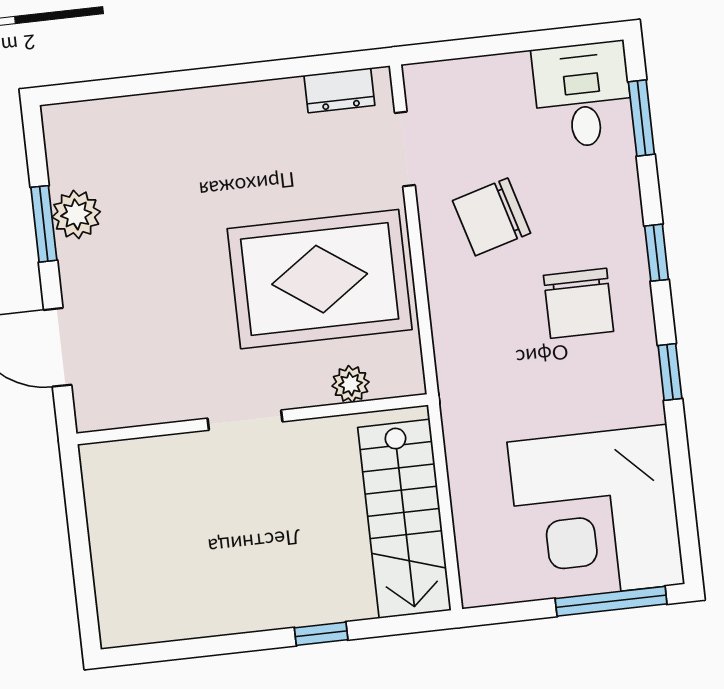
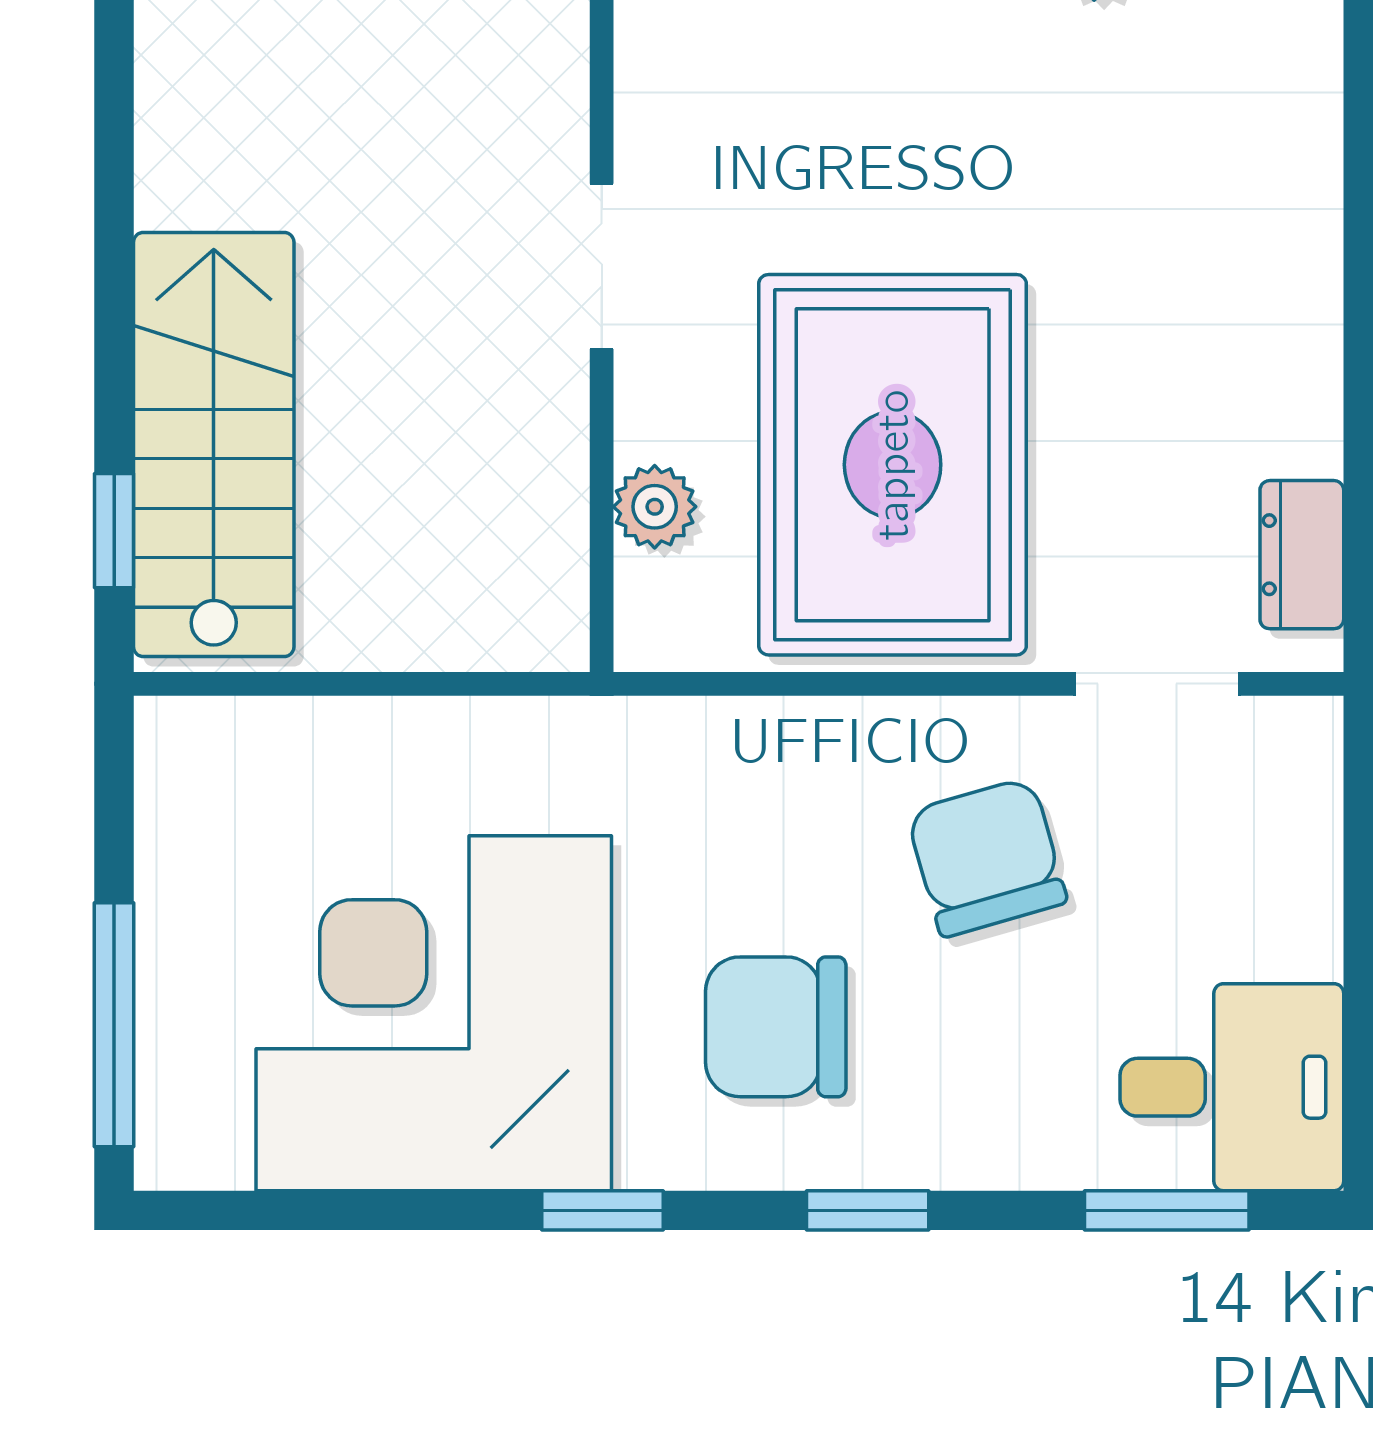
corner desk: (596, 513) -> (434, 1013), moved
stairs: (404, 519) -> (214, 444), moved, turned 90
window: (321, 634) -> (114, 531), moved

